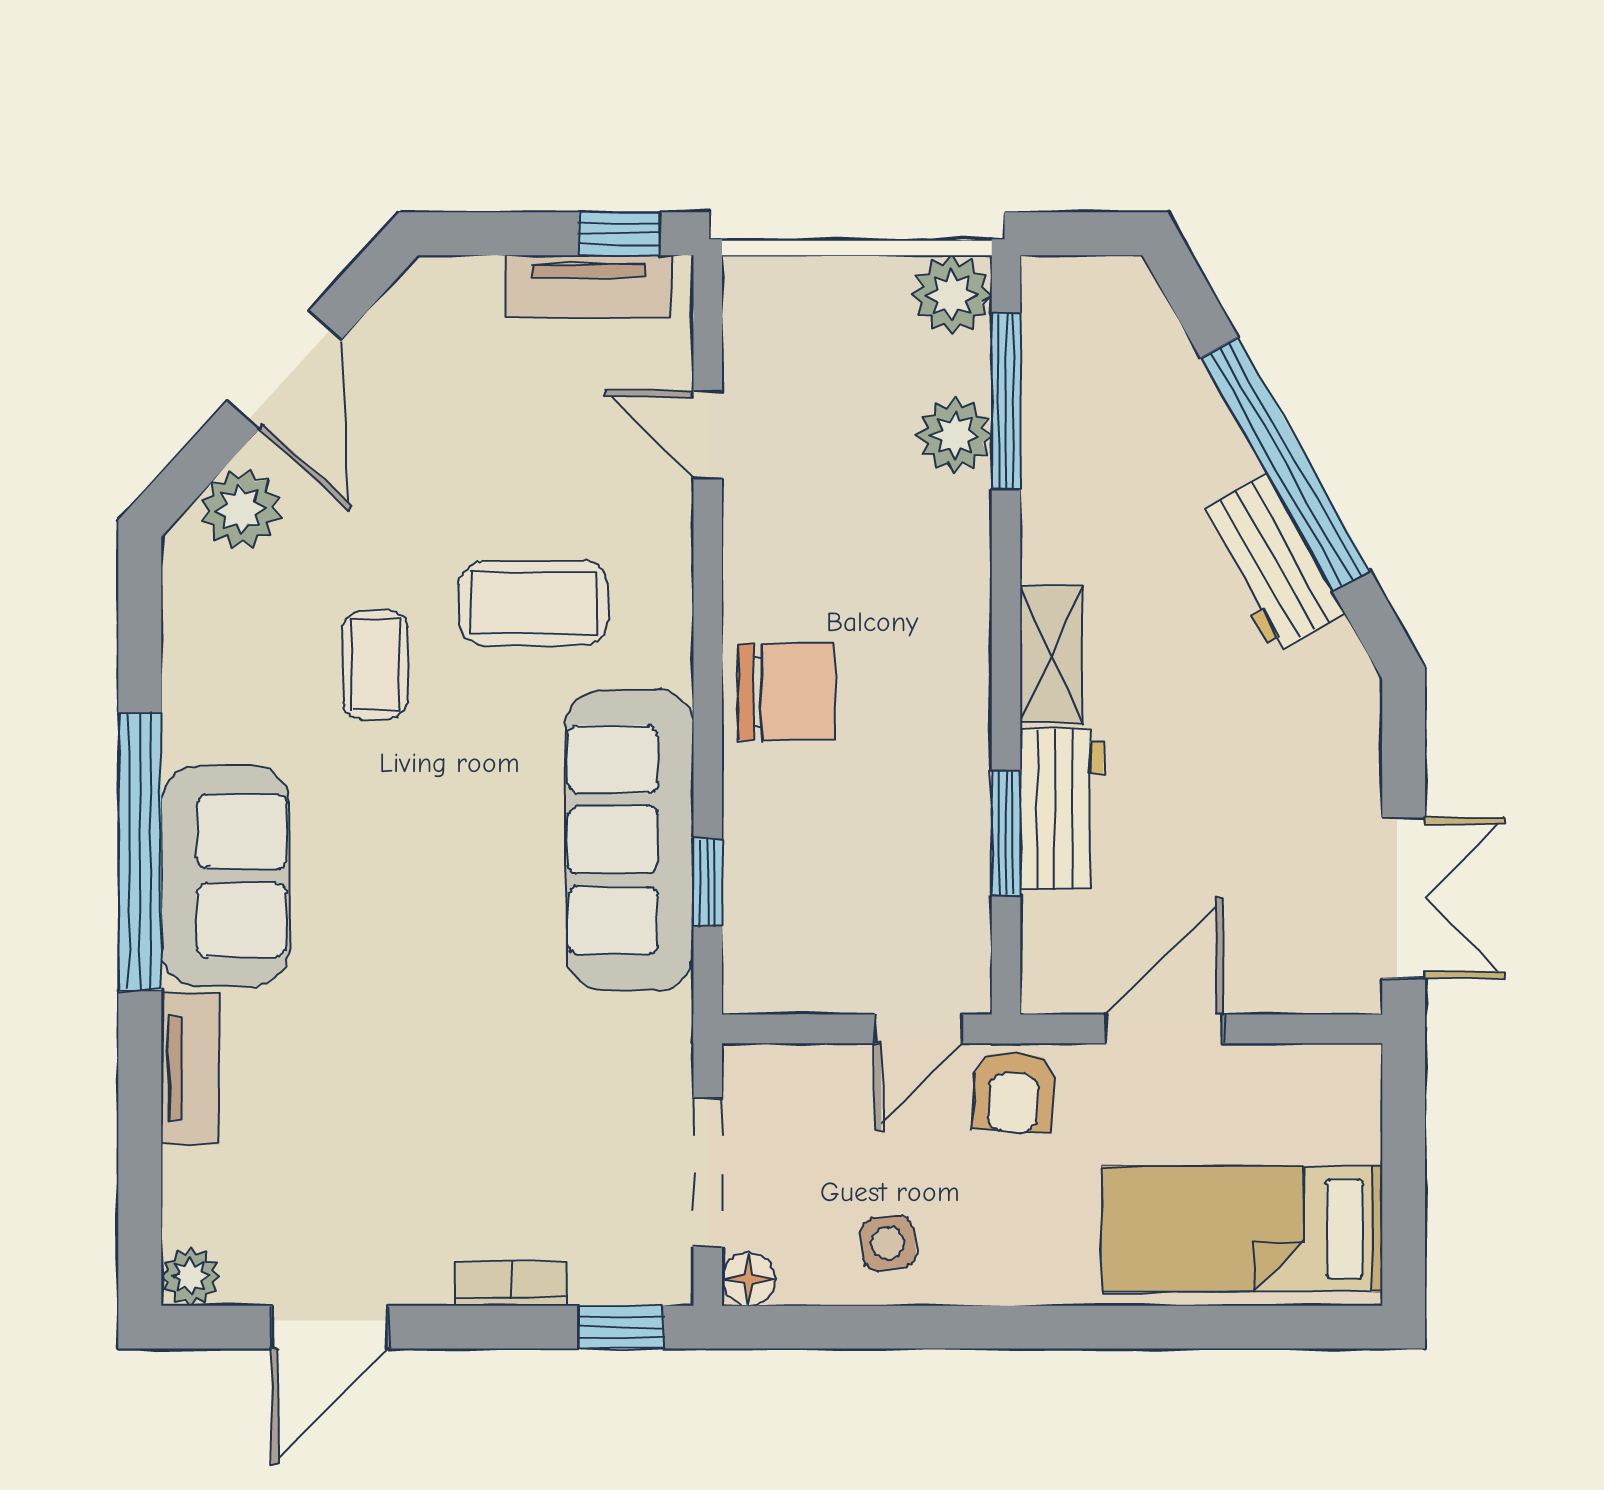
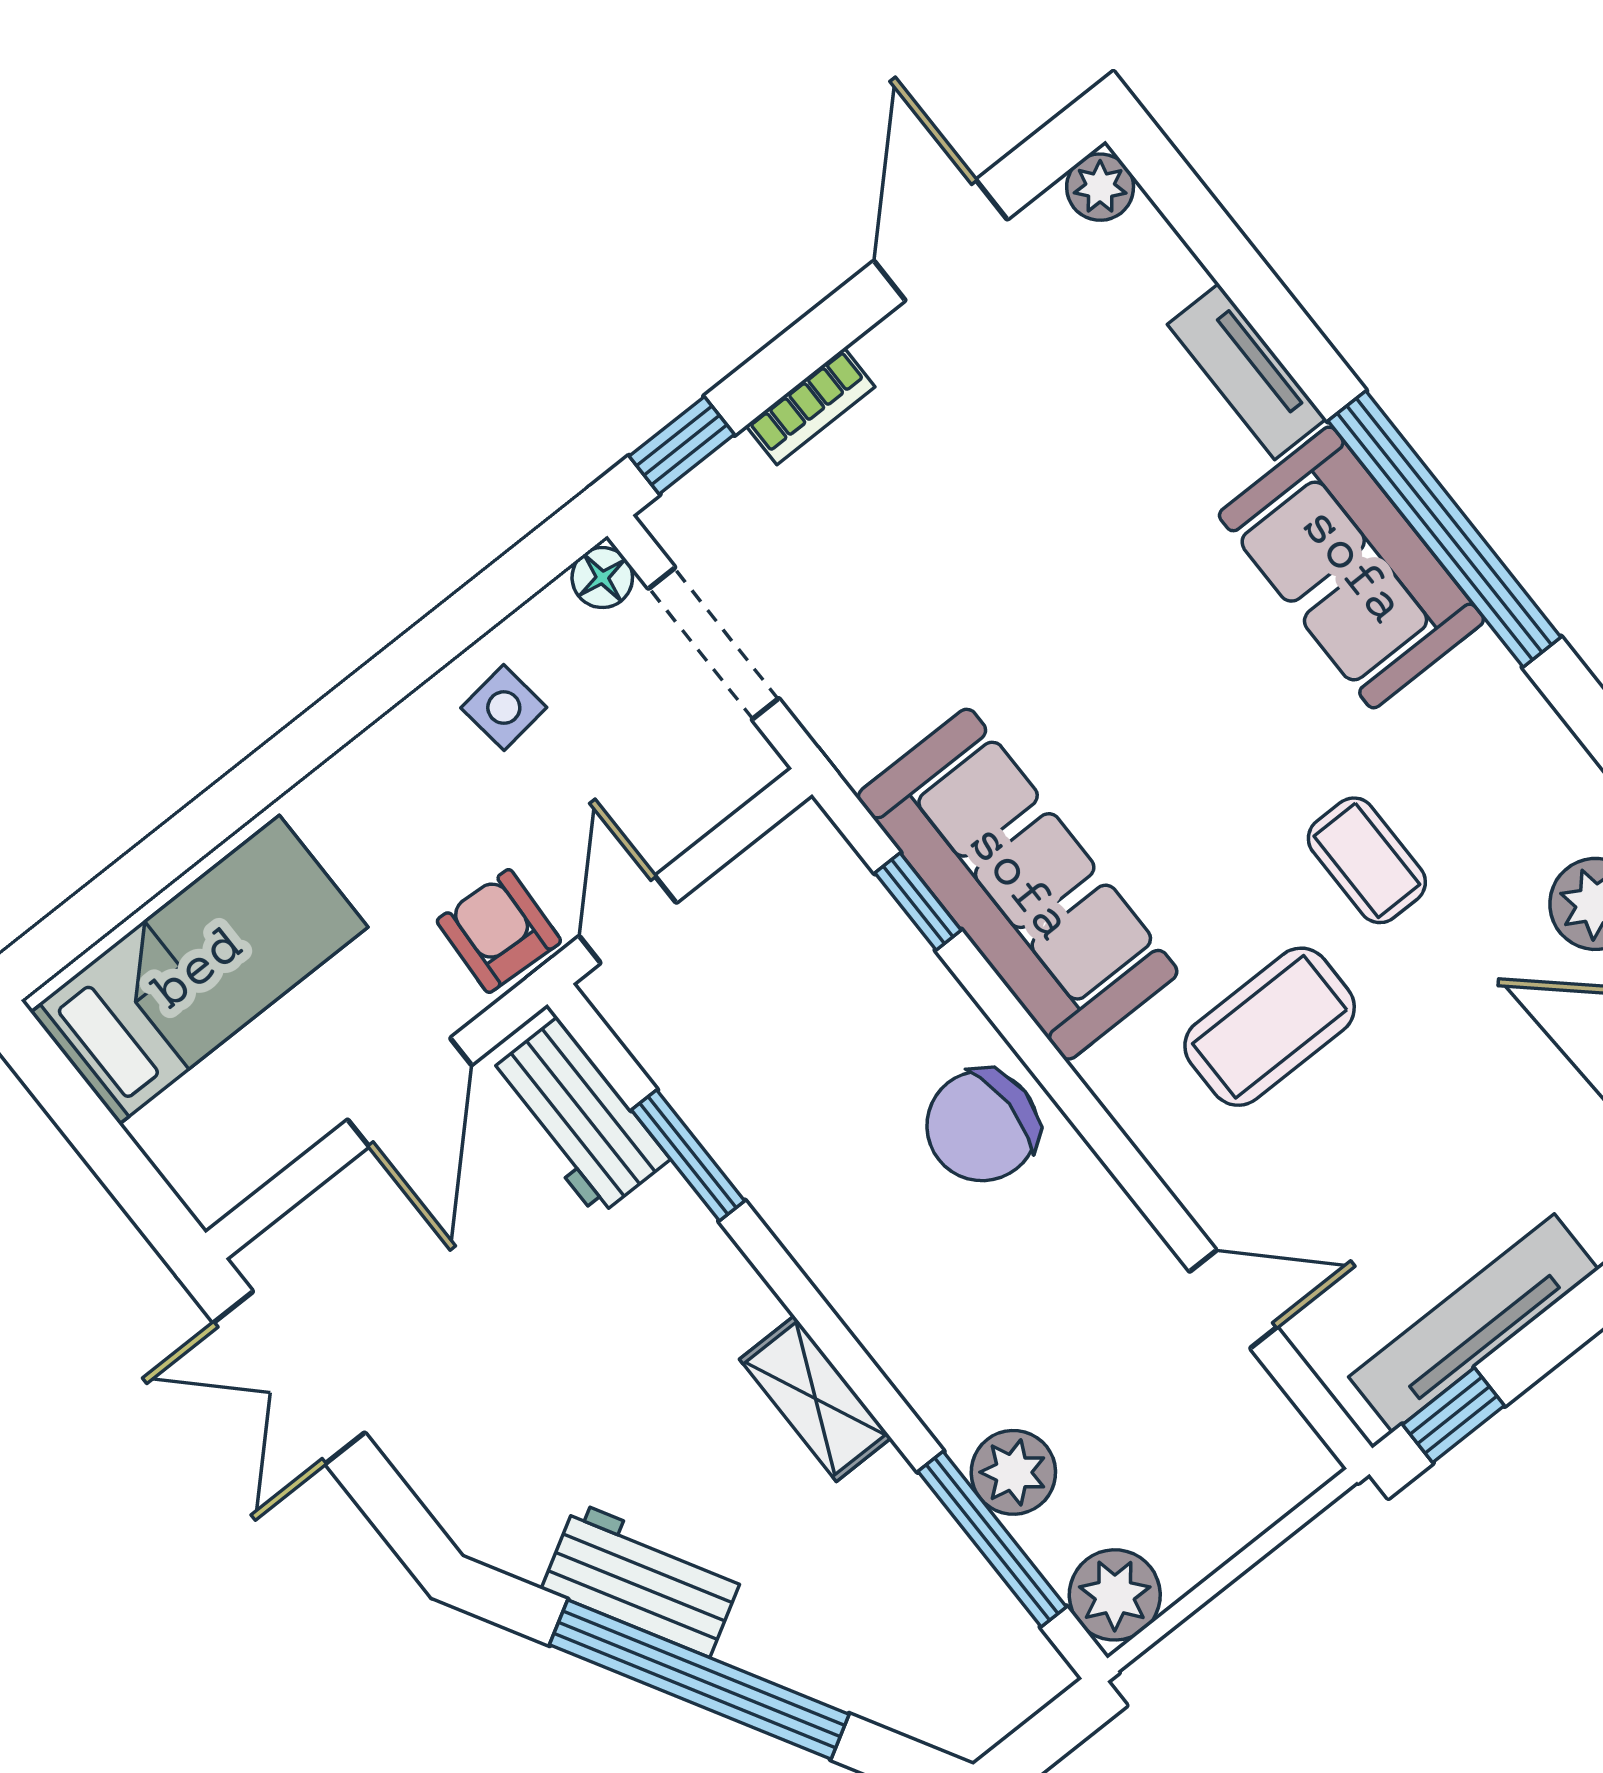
tv unit: (589, 286) -> (1473, 1323), width x1.41
shelving: (1051, 654) -> (815, 1399), moved
workbench: (1062, 809) -> (577, 1117), moved

